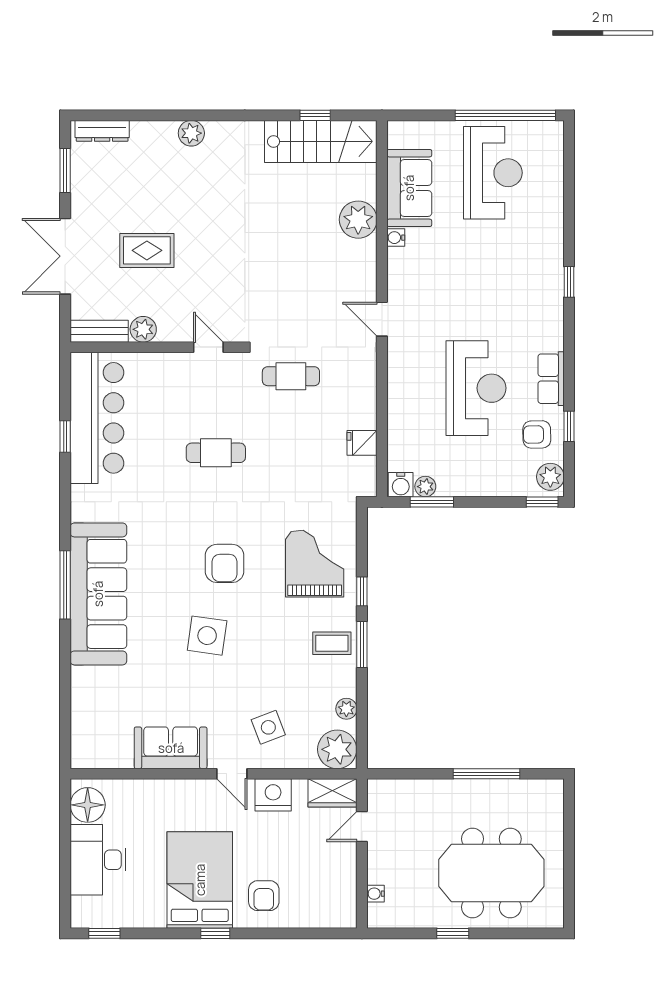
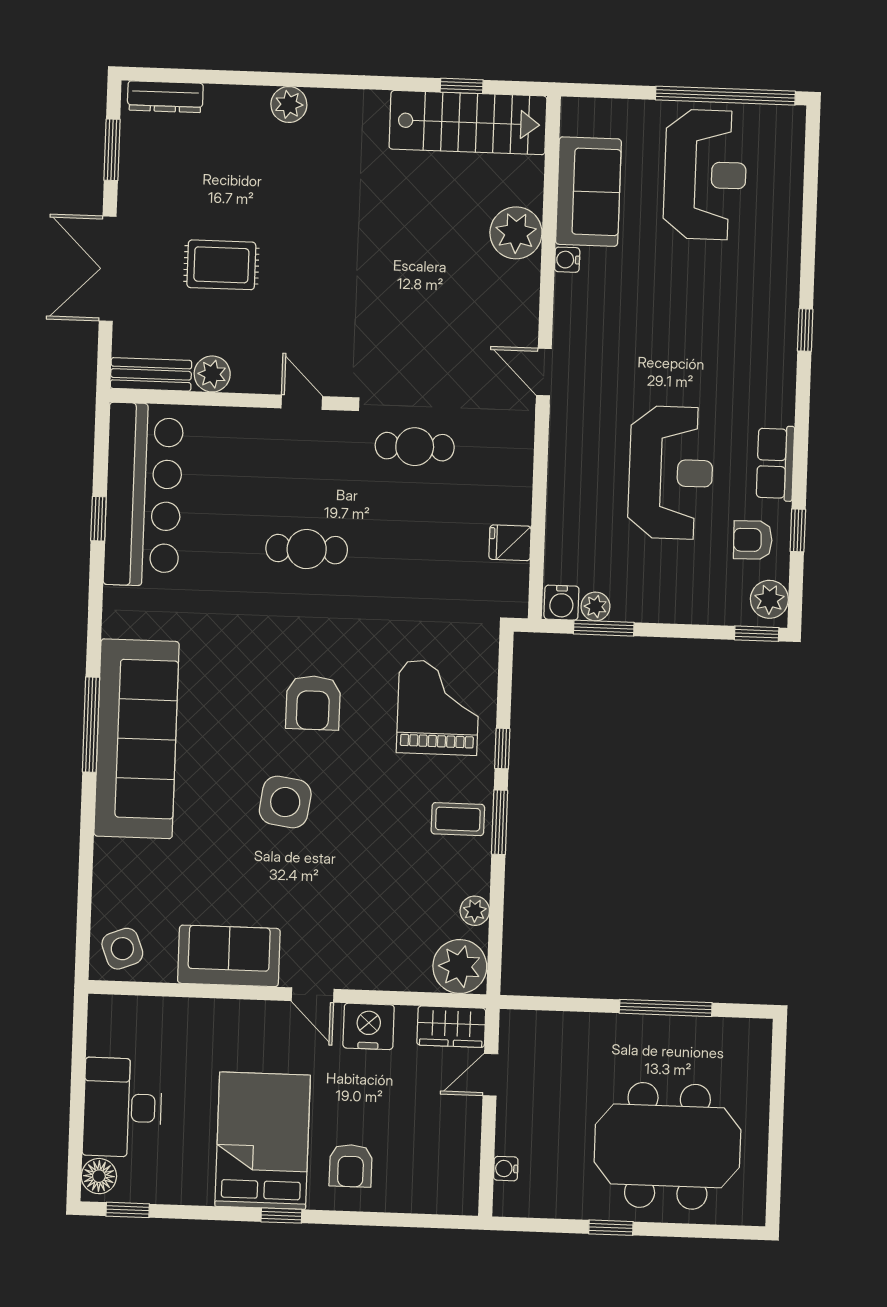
side table: (268, 727) -> (122, 949), moved
floor lamp: (88, 805) -> (99, 1176), moved, width x0.73, depth x0.73

